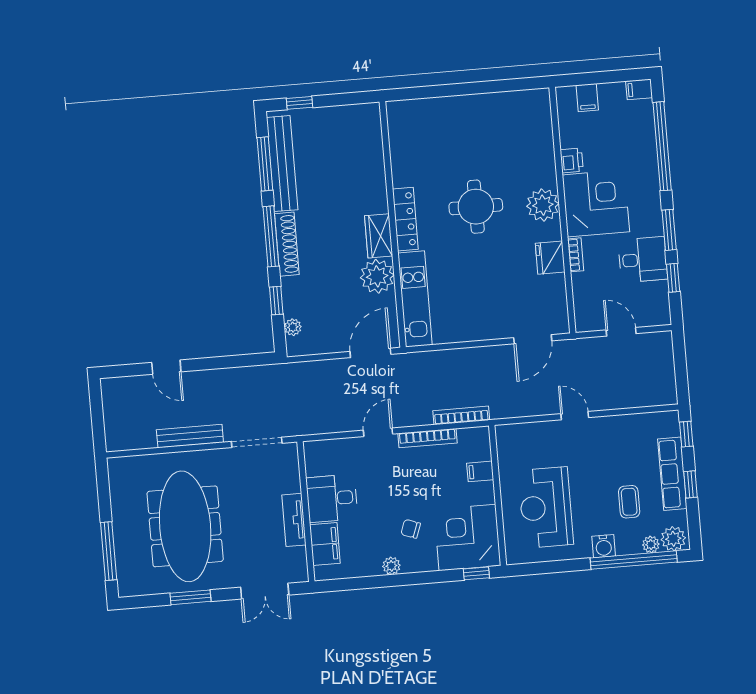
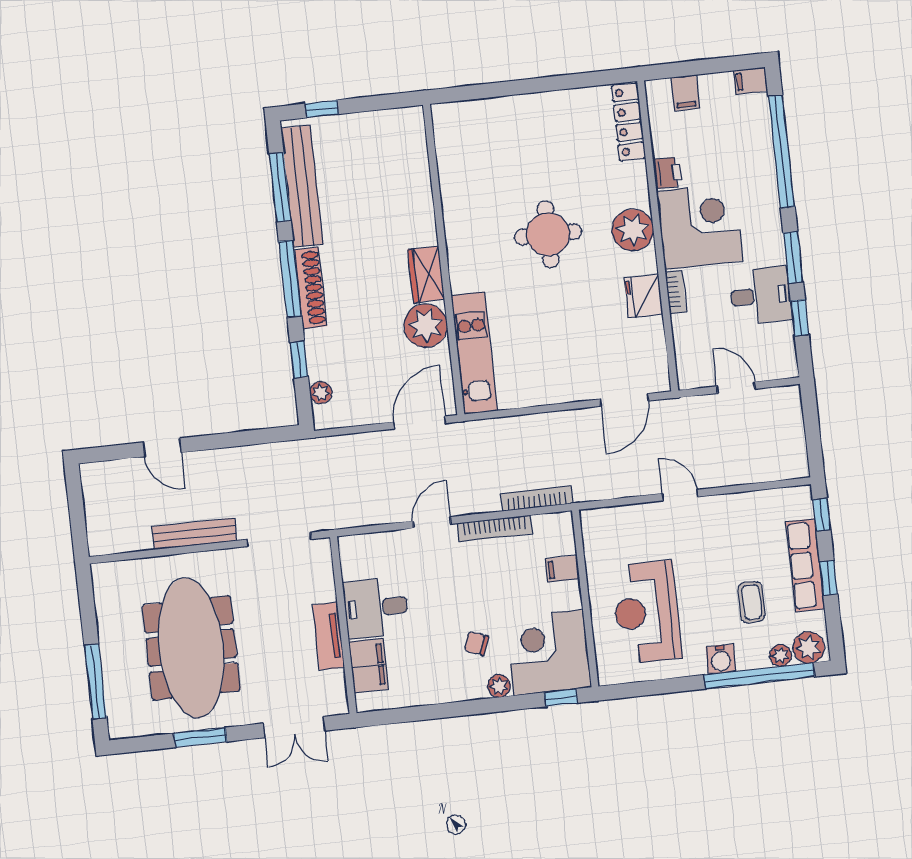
locker: (405, 219) -> (629, 122), moved, turned 180
plant: (391, 566) -> (499, 686), moved

